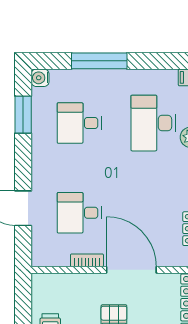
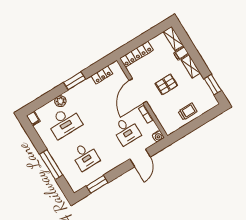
water cooler: (40, 78) -> (158, 136), moved

